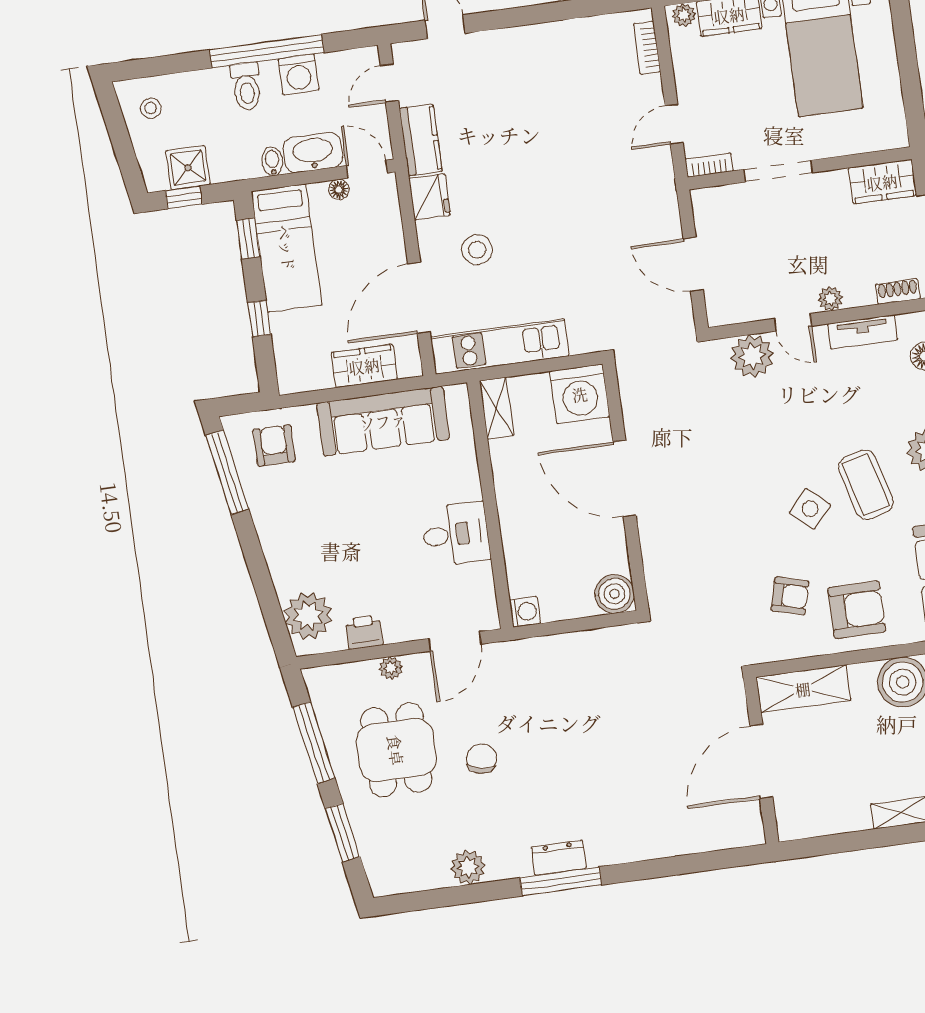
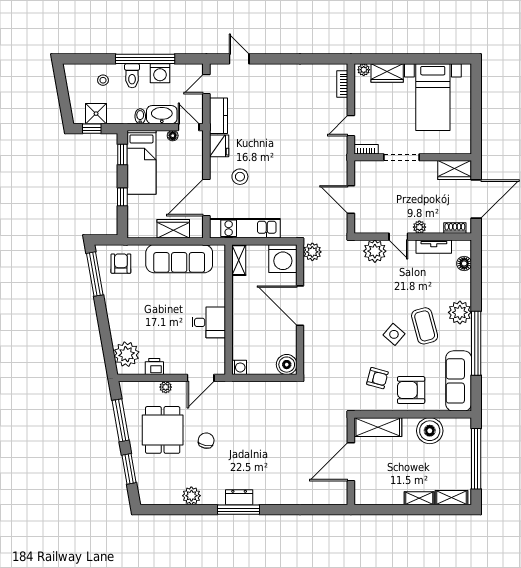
stool: (151, 108) -> (103, 80), moved
plant: (634, 374) -> (312, 252), added
armchair: (857, 610) -> (411, 390), turned 180

